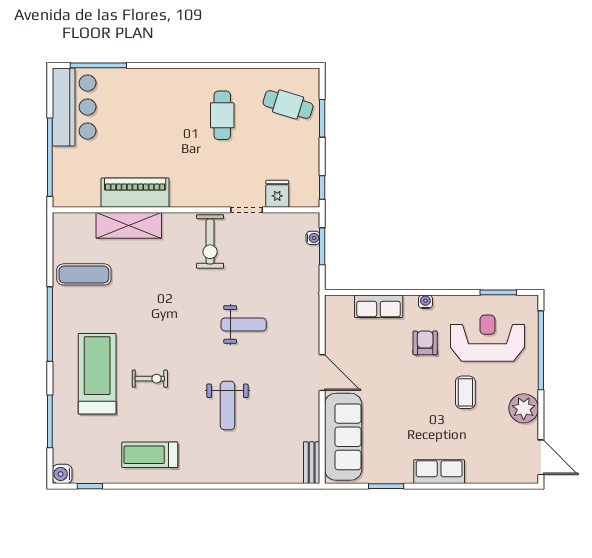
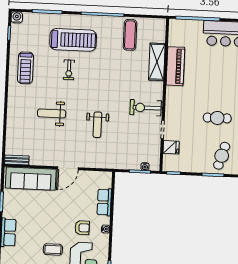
treadmill: (150, 455) -> (25, 68), turned 180

